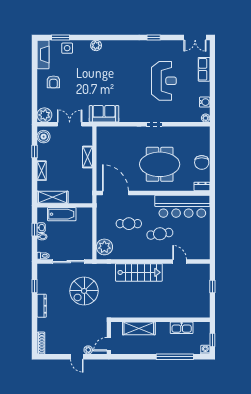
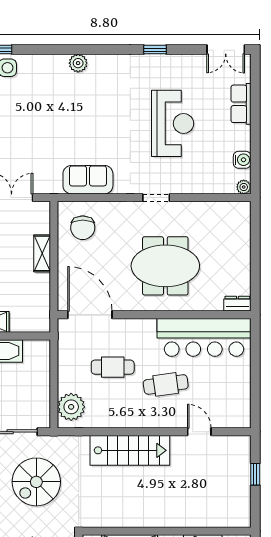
plant: (96, 45) -> (78, 63), moved
sofa: (104, 114) -> (88, 180), moved
chair: (202, 162) -> (83, 228), moved

